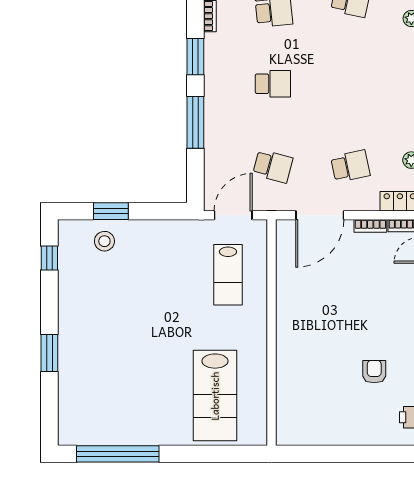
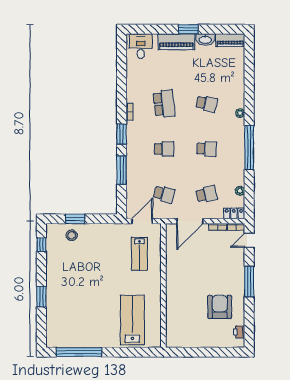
school desk: (350, 84) -> (207, 149), added
armchair: (374, 372) -> (220, 307), width x1.88, depth x1.88
lab bench: (215, 396) -> (132, 320), turned 180

